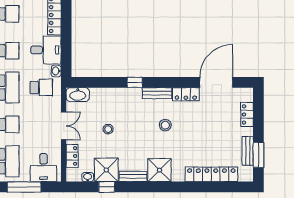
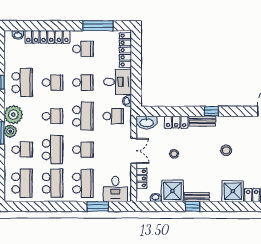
window: (135, 82) -> (211, 111), moved
bench: (157, 93) -> (202, 121), moved
locker: (186, 94) -> (176, 122), moved
shower: (159, 170) -> (233, 191), moved
window: (24, 187) -> (98, 206), width x0.69
window: (107, 187) -> (192, 206), moved

